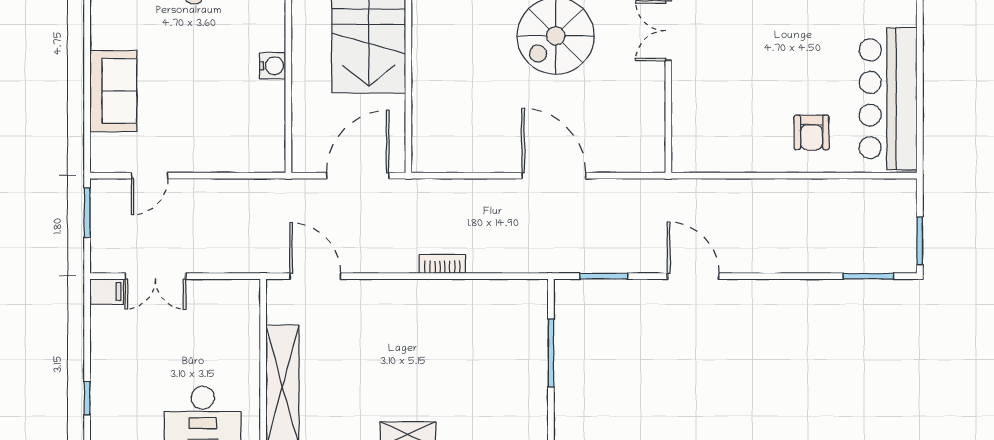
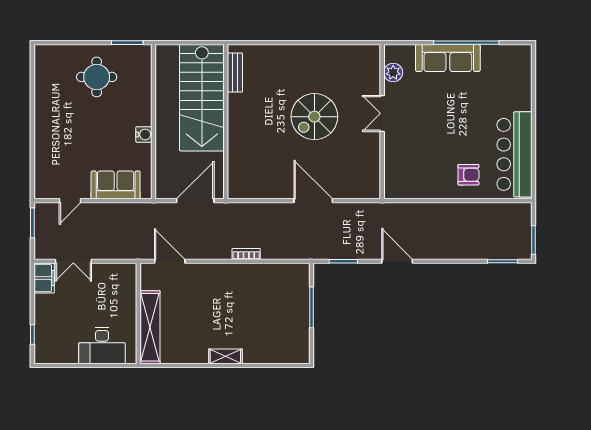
sofa: (113, 91) -> (116, 185), moved, turned -90
armchair: (812, 132) -> (468, 175), turned -90
filing cabinet: (107, 292) -> (44, 278), width x2.00

